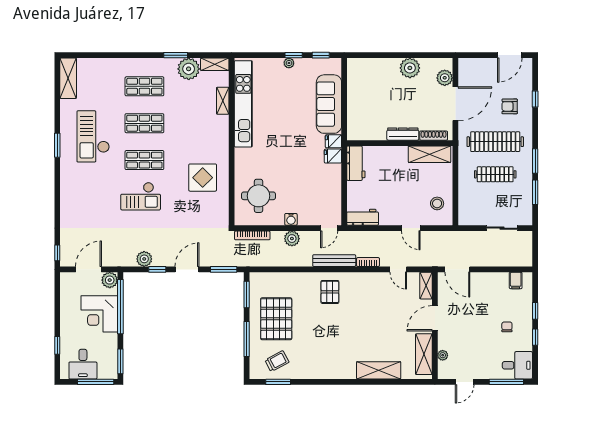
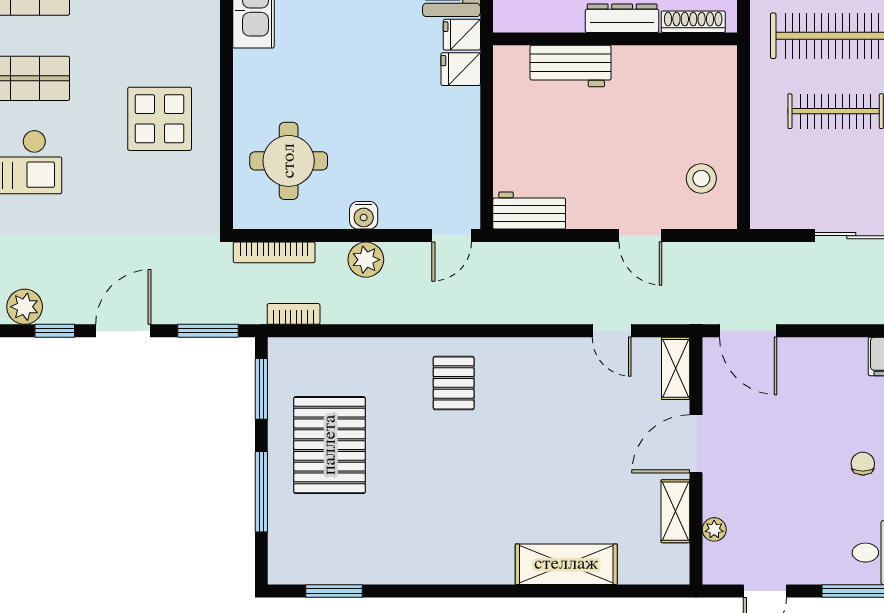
shelving: (429, 154) -> (684, 65), removed
workbench: (356, 163) -> (571, 66), moved, turned 90
bench: (334, 261) -> (464, 311), removed
bookcase: (368, 262) -> (294, 314), moved
shelving: (424, 354) -> (675, 511), width x0.67, depth x0.75
trolley: (277, 361) -> (331, 543), removed

